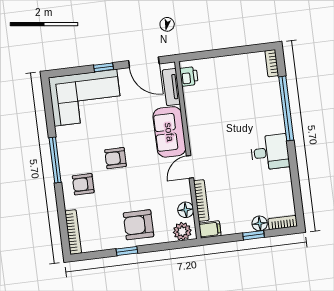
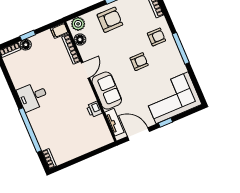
printer: (189, 76) -> (94, 109), moved

